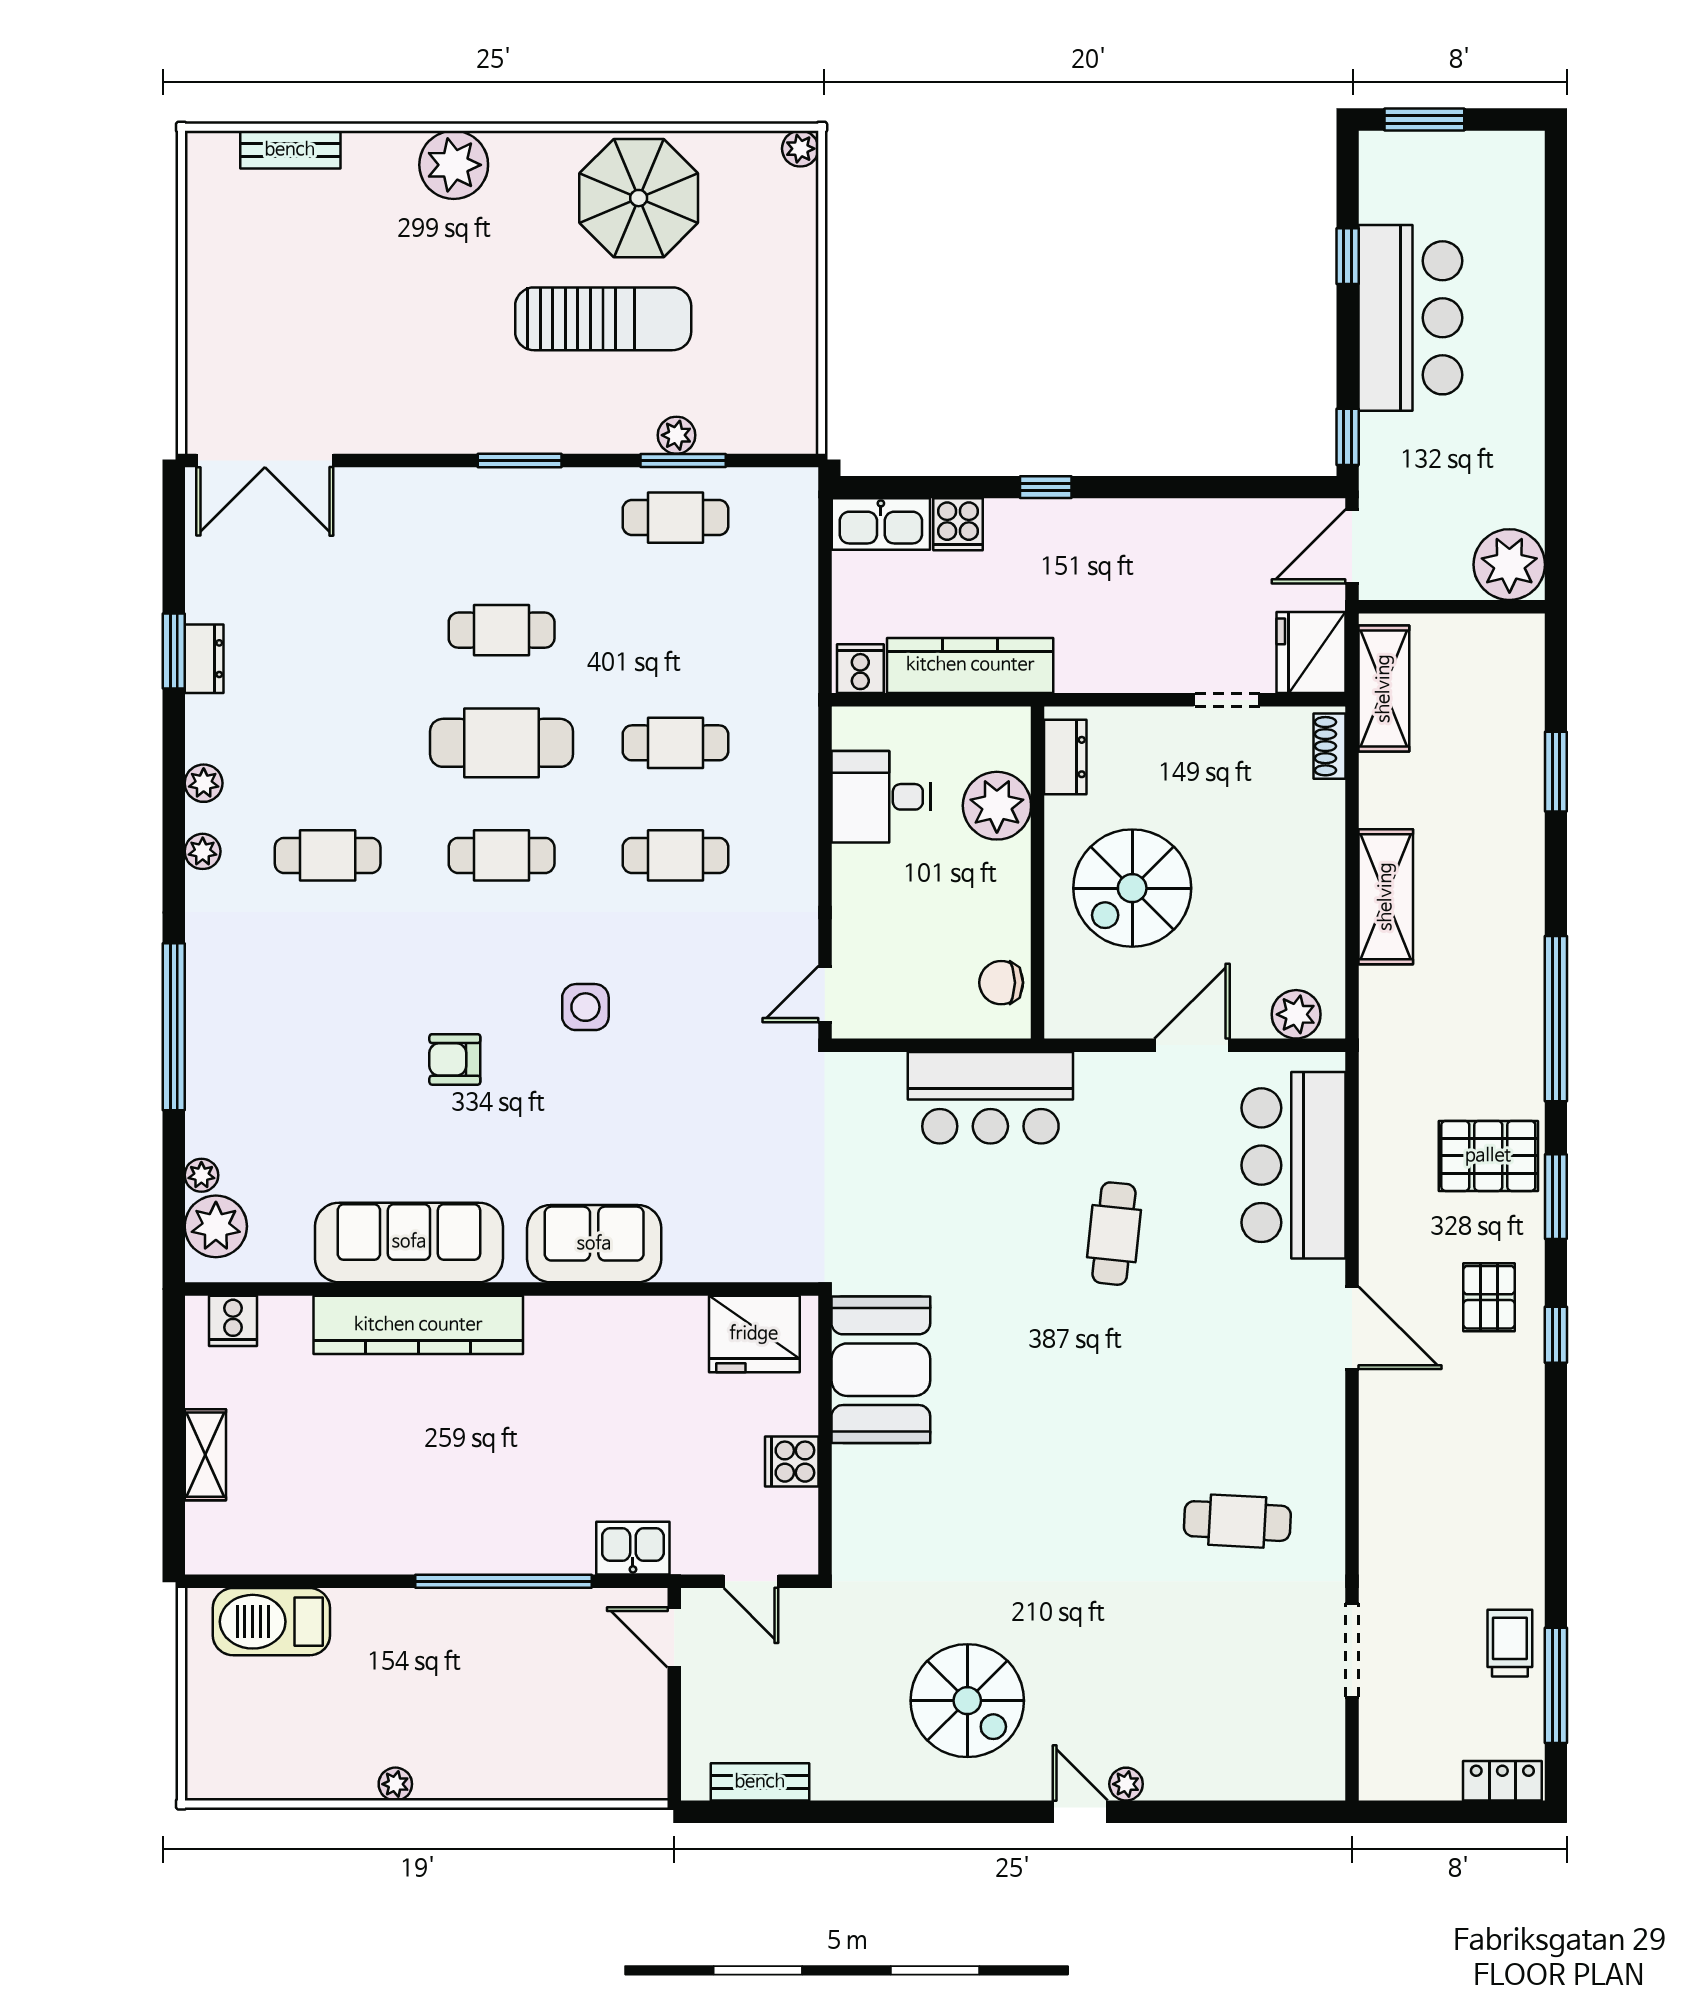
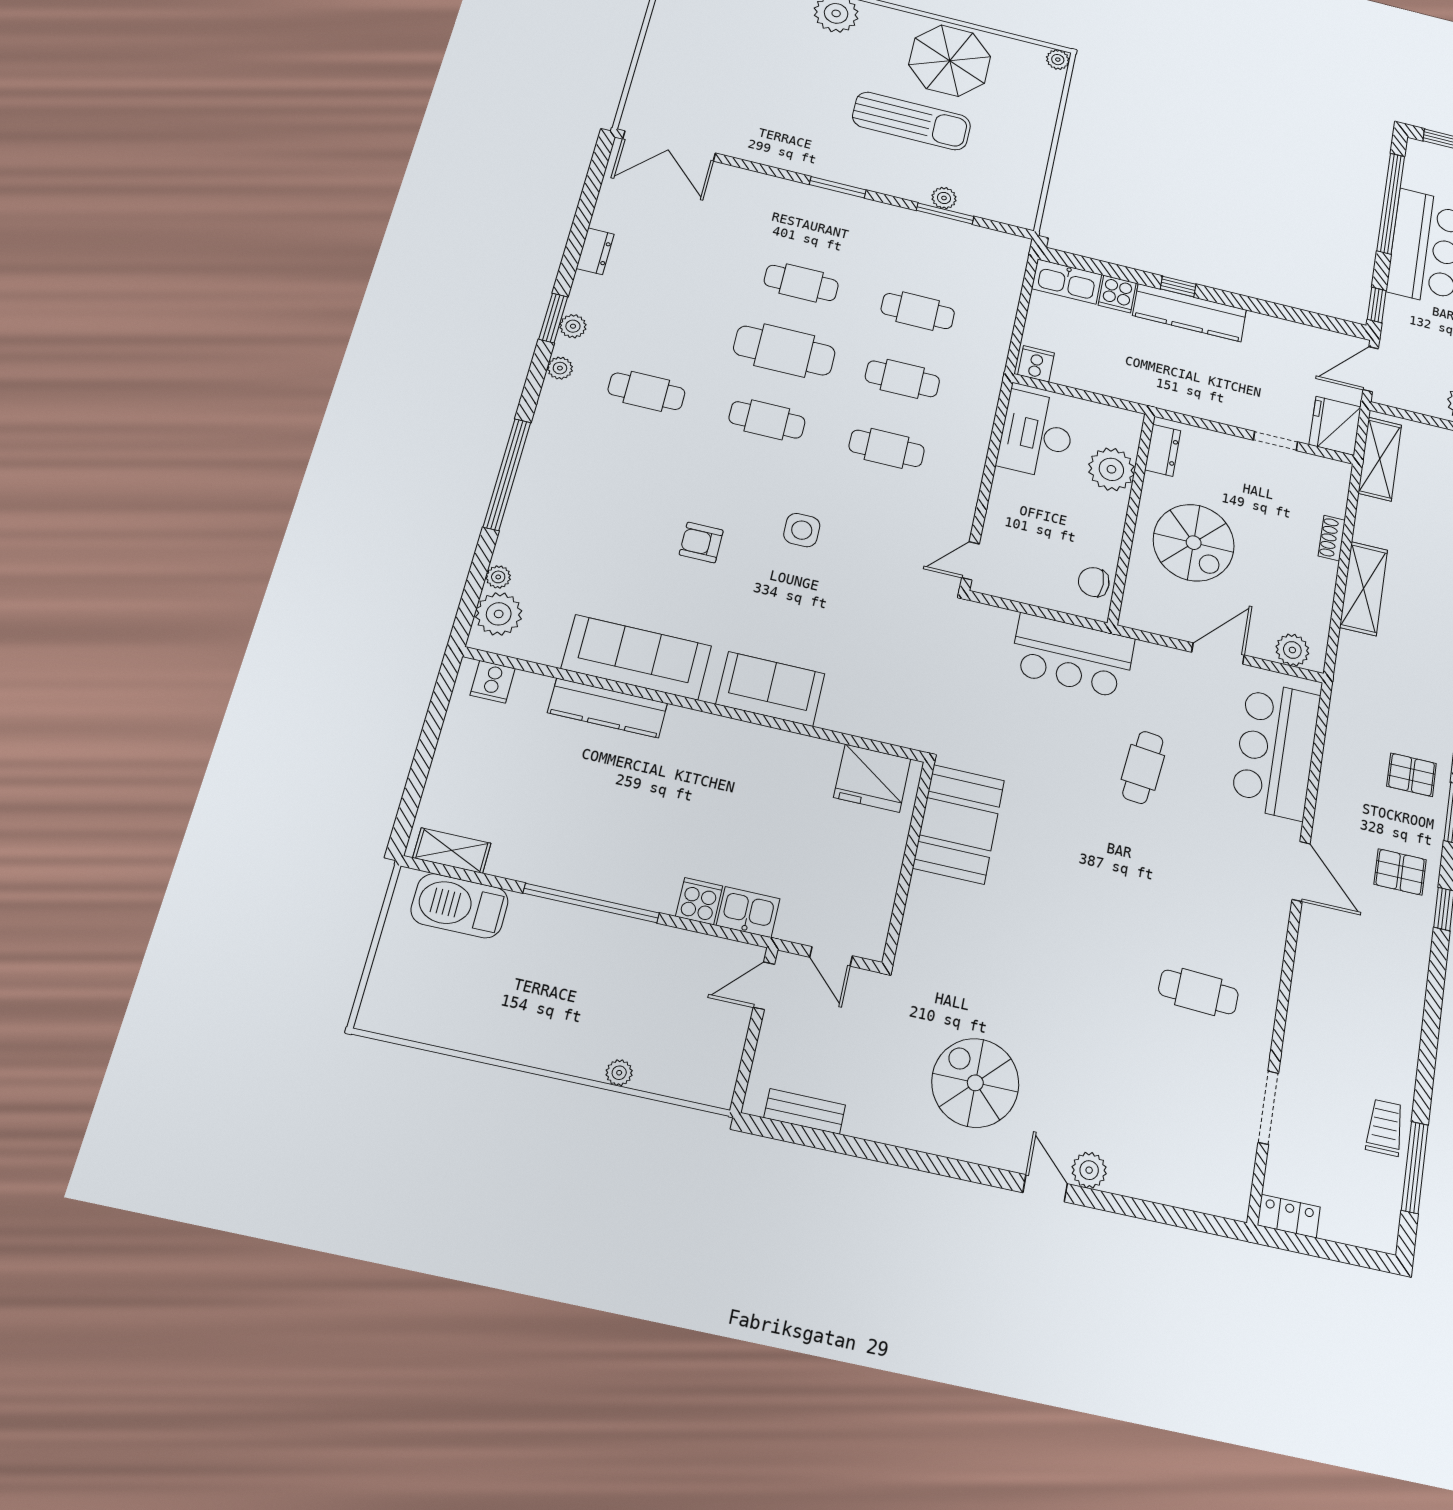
window: (1348, 256) -> (1391, 203), width x3.17
cafe table: (675, 518) -> (918, 311), moved
window: (174, 651) -> (553, 318), moved
kitchen counter: (970, 665) -> (1189, 313), moved, turned 180
shoe rack: (1330, 746) -> (1332, 538), moved
desk: (881, 797) -> (1036, 435), width x1.37
spiral stairs: (1132, 888) -> (1194, 543), turned -90
pallet: (1488, 1156) -> (1412, 775), width x0.67, depth x0.71
pallet: (1489, 1297) -> (1400, 872), turned 90
kitchen counter: (418, 1325) -> (608, 708), width x0.72, depth x0.86
shelving: (205, 1455) -> (452, 851), moved, turned 90
cooker: (792, 1462) -> (699, 901), moved, turned 90
window: (503, 1581) -> (591, 903), moved
door: (674, 1637) -> (764, 986), hinge flipped
spiral stairs: (967, 1701) -> (975, 1083), turned 180
locker: (1502, 1781) -> (1289, 1216), moved
plant: (395, 1784) -> (619, 1073), moved
plant: (1126, 1784) -> (1089, 1170), width x1.38, depth x1.38

